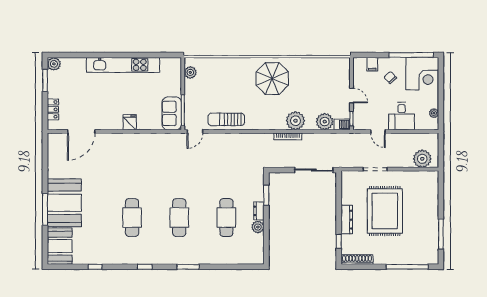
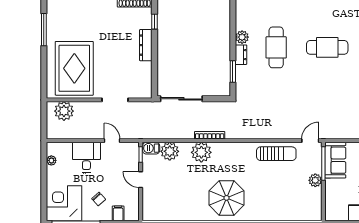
plant: (190, 72) -> (315, 180), moved
rug: (385, 211) -> (74, 68), moved
cafe table: (179, 218) -> (327, 47), turned 90

